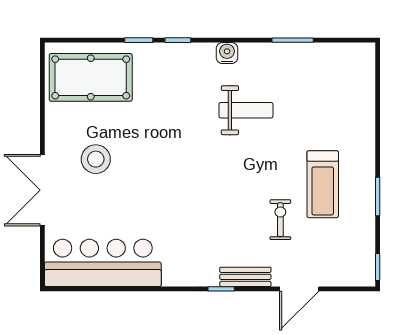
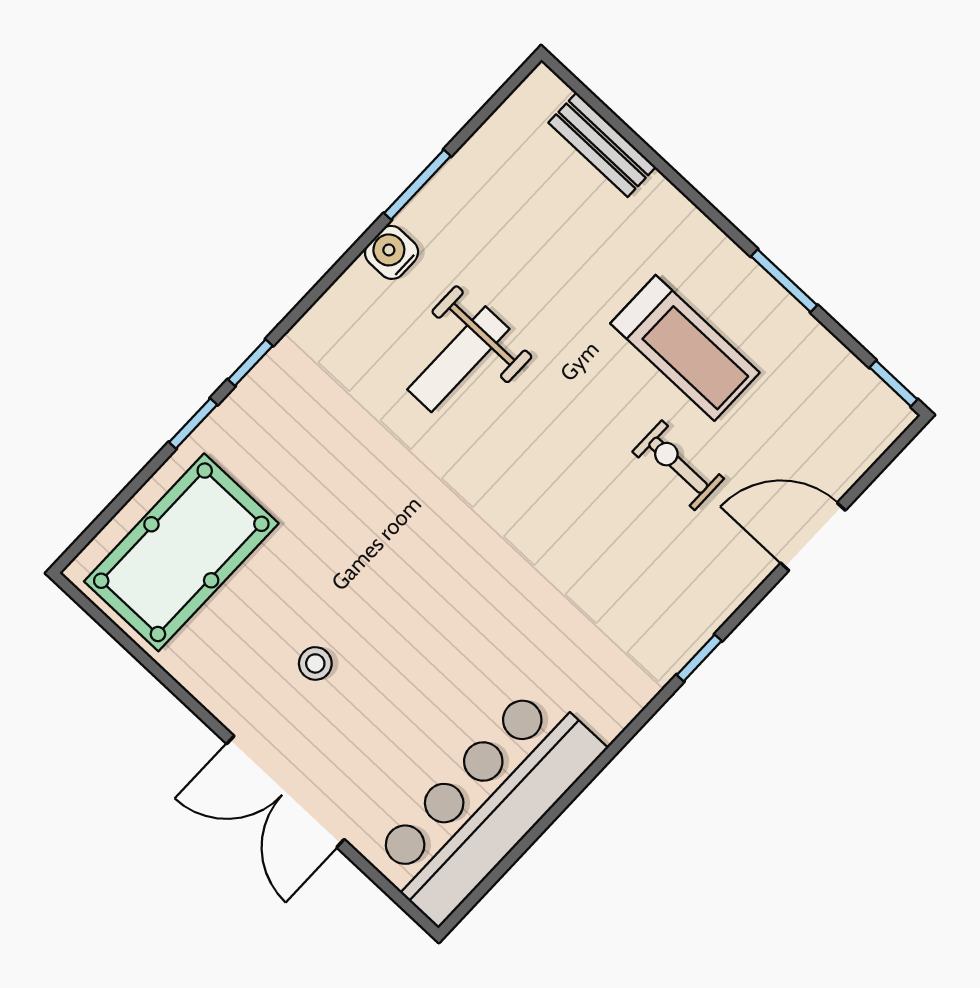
water cooler: (227, 53) -> (392, 252), moved
weight bench: (246, 110) -> (458, 359), turned 180
stool: (96, 159) -> (315, 663), width x0.53, depth x0.53
bench: (245, 277) -> (602, 145), moved, turned 90
door: (299, 289) -> (813, 537), swing flipped

